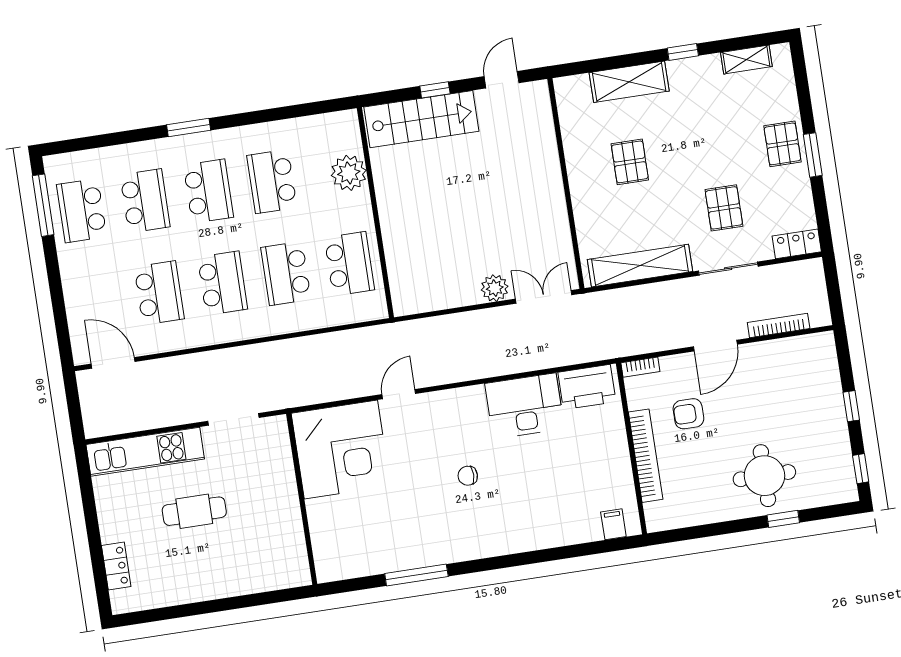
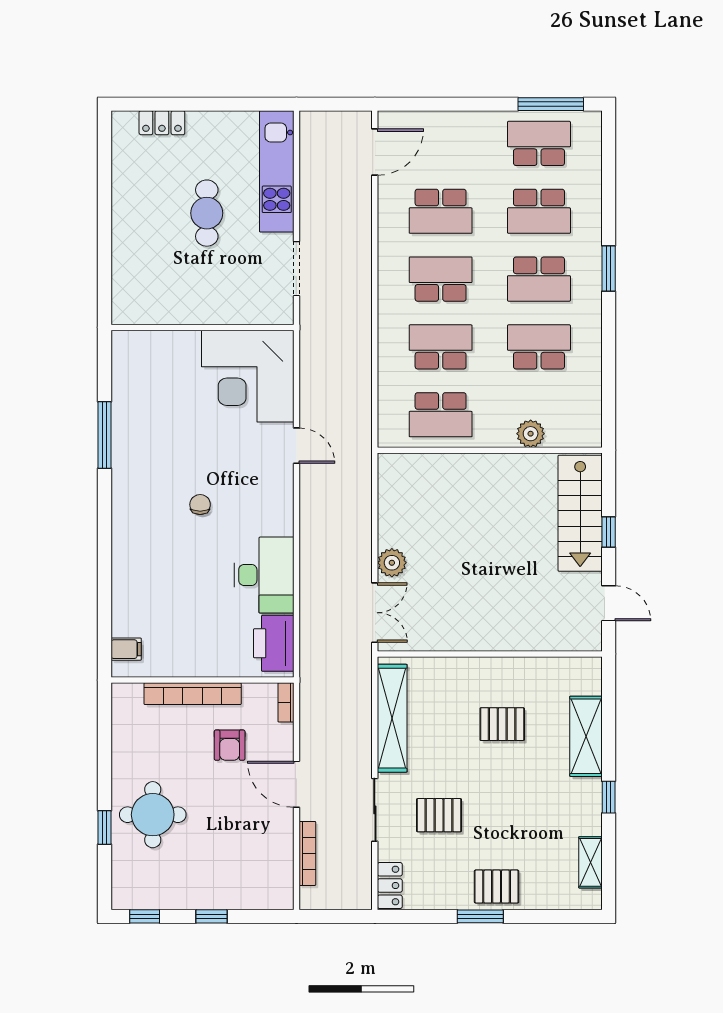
plant: (349, 173) -> (531, 434), width x0.73, depth x0.73
school desk: (223, 283) -> (441, 279), turned 180
armchair: (688, 414) -> (230, 745), turned 180

